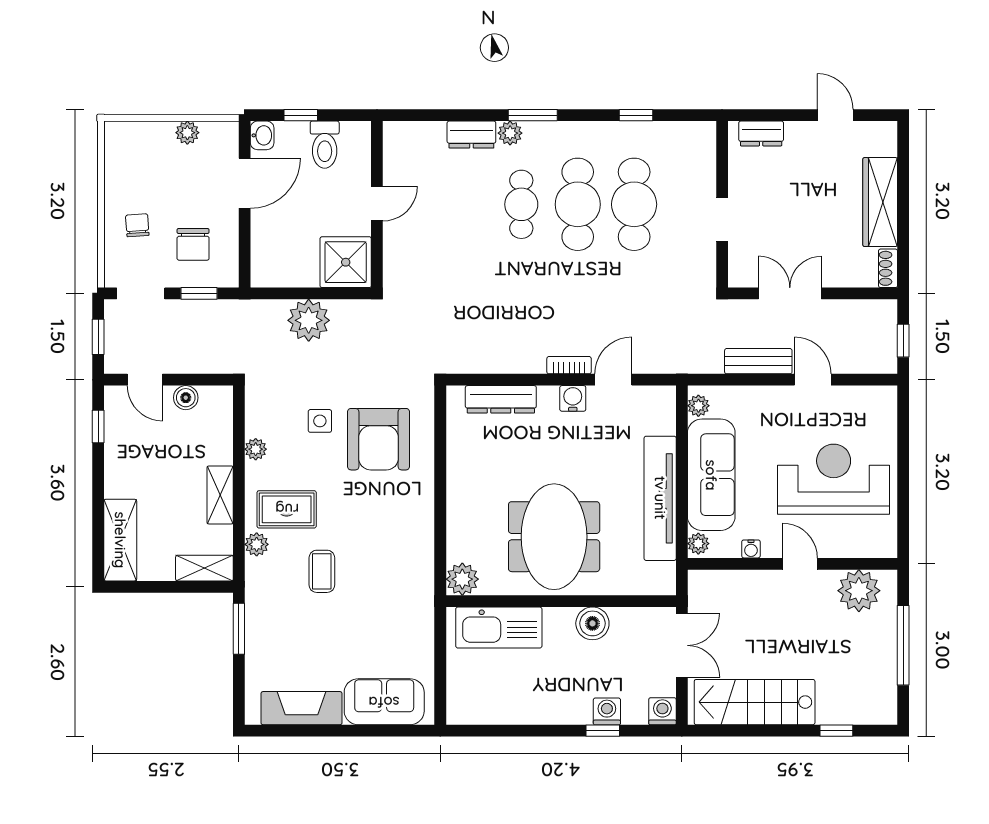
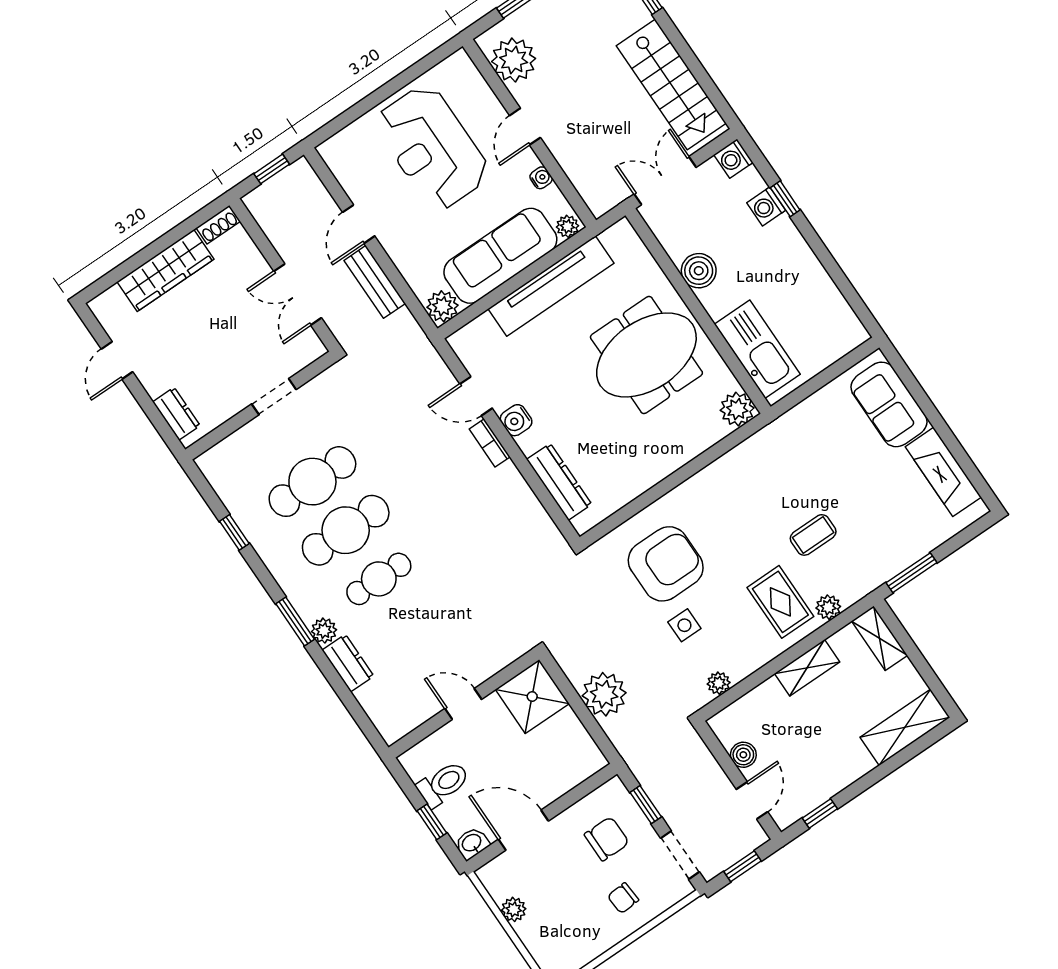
plant: (698, 406) -> (442, 306), width x1.38, depth x1.38
plant: (256, 449) -> (719, 683), moved

